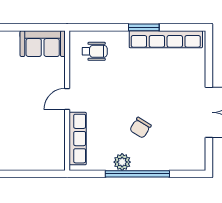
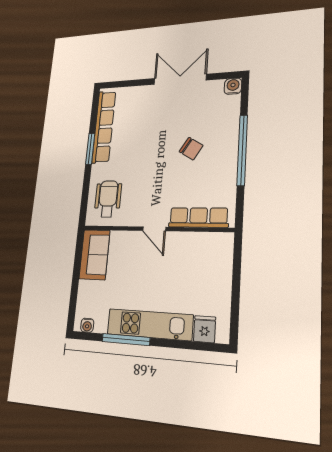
wheelchair: (95, 51) -> (108, 199), width x1.36, depth x1.37
plant: (122, 162) -> (228, 167), removed
water cooler: (198, 163) -> (233, 86), added

